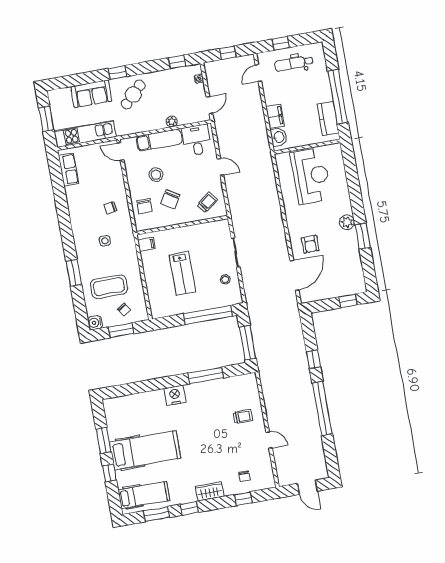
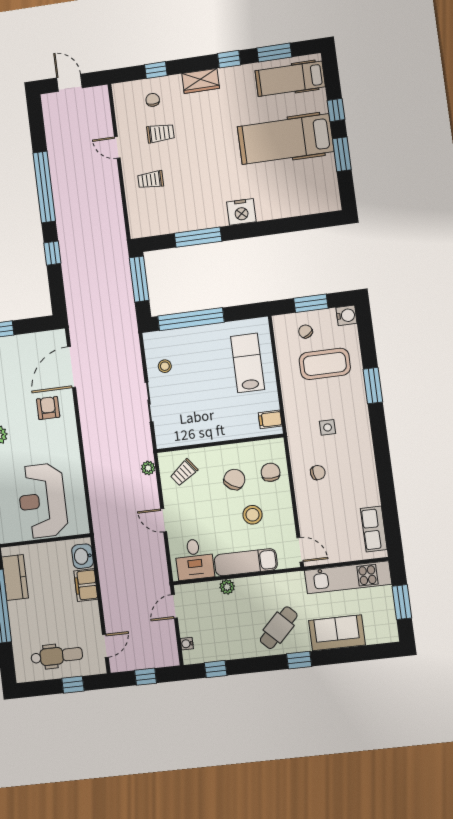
plant: (234, 204) -> (148, 468), added
lab bench: (182, 273) -> (248, 363), moved
trolley: (237, 452) -> (160, 133), added

